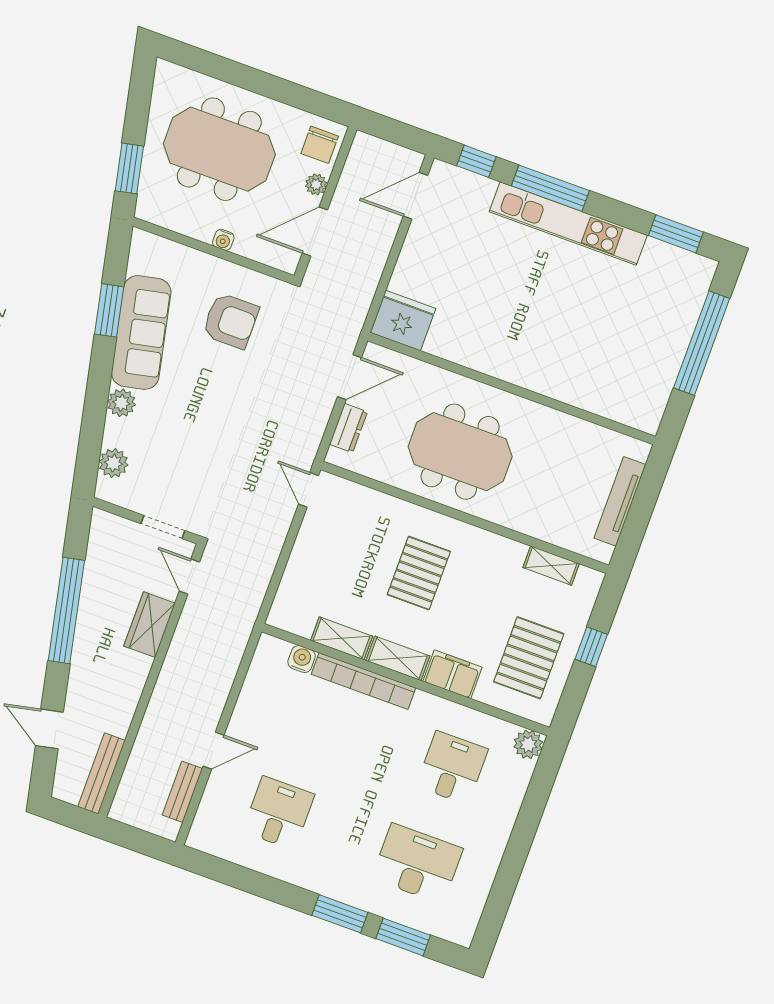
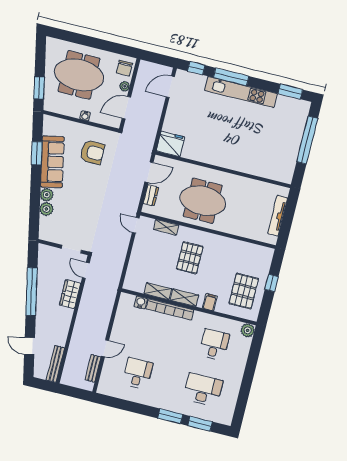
plant: (113, 463) -> (46, 209), moved
shelving: (551, 565) -> (166, 227), moved
filing cabinet: (453, 674) -> (210, 302), width x0.50

